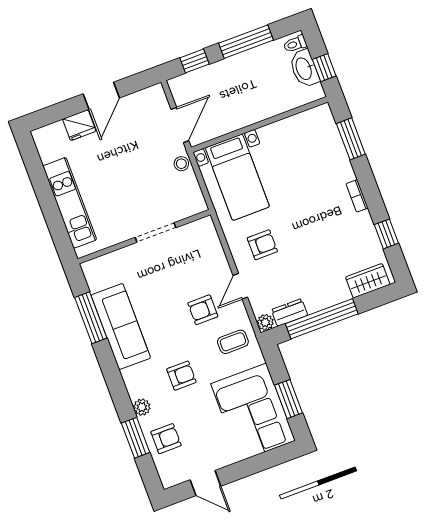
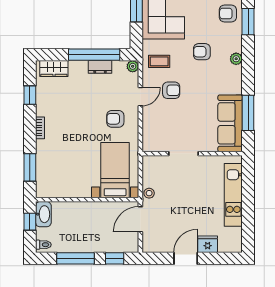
washbasin: (304, 68) -> (43, 214), moved
dresser: (289, 312) -> (100, 67), moved
sofa: (121, 326) -> (230, 123), moved
plant: (142, 407) -> (236, 59), moved

